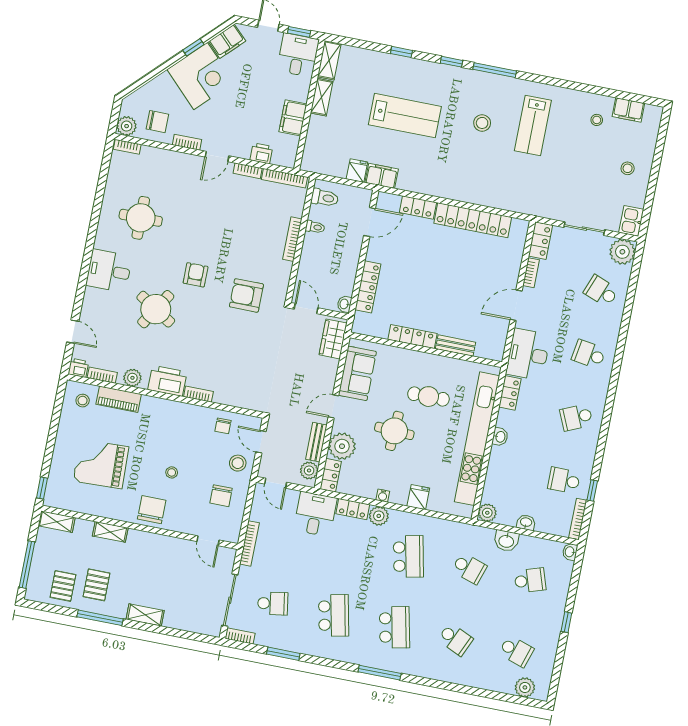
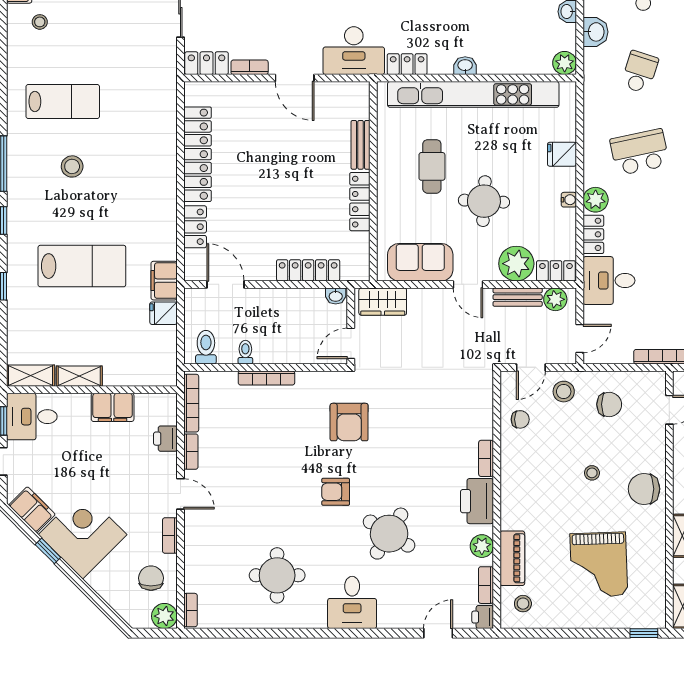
lab bench: (405, 116) -> (82, 266), turned 90

